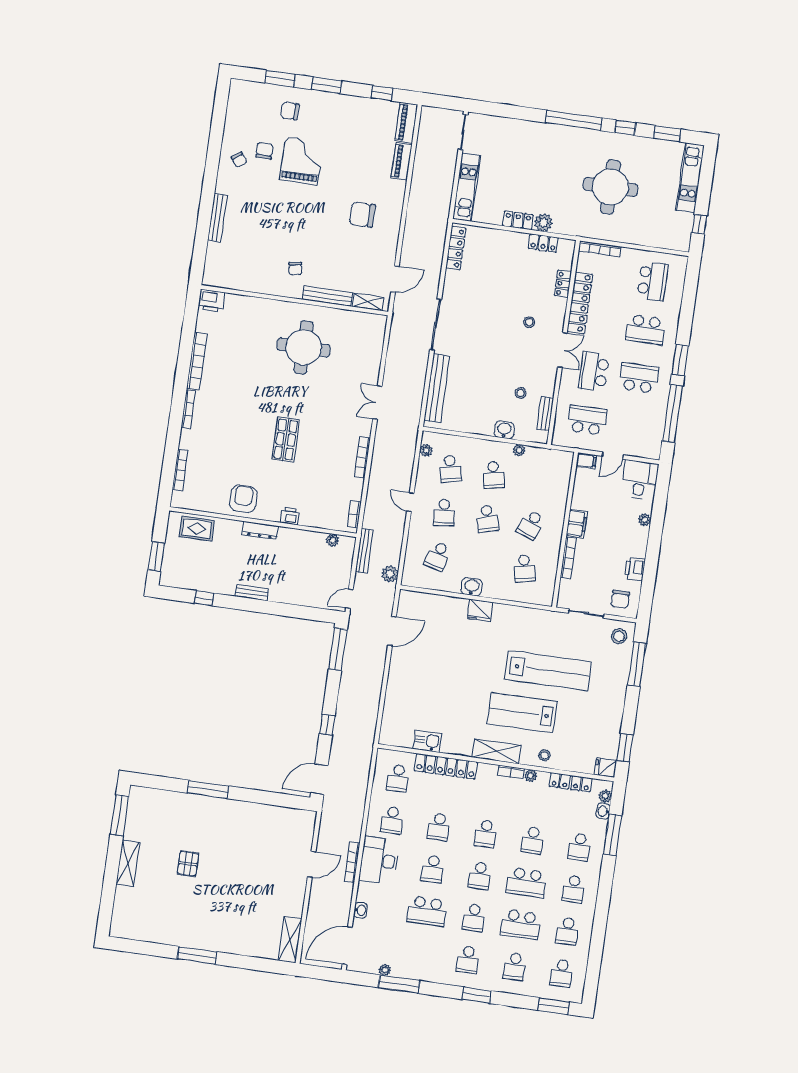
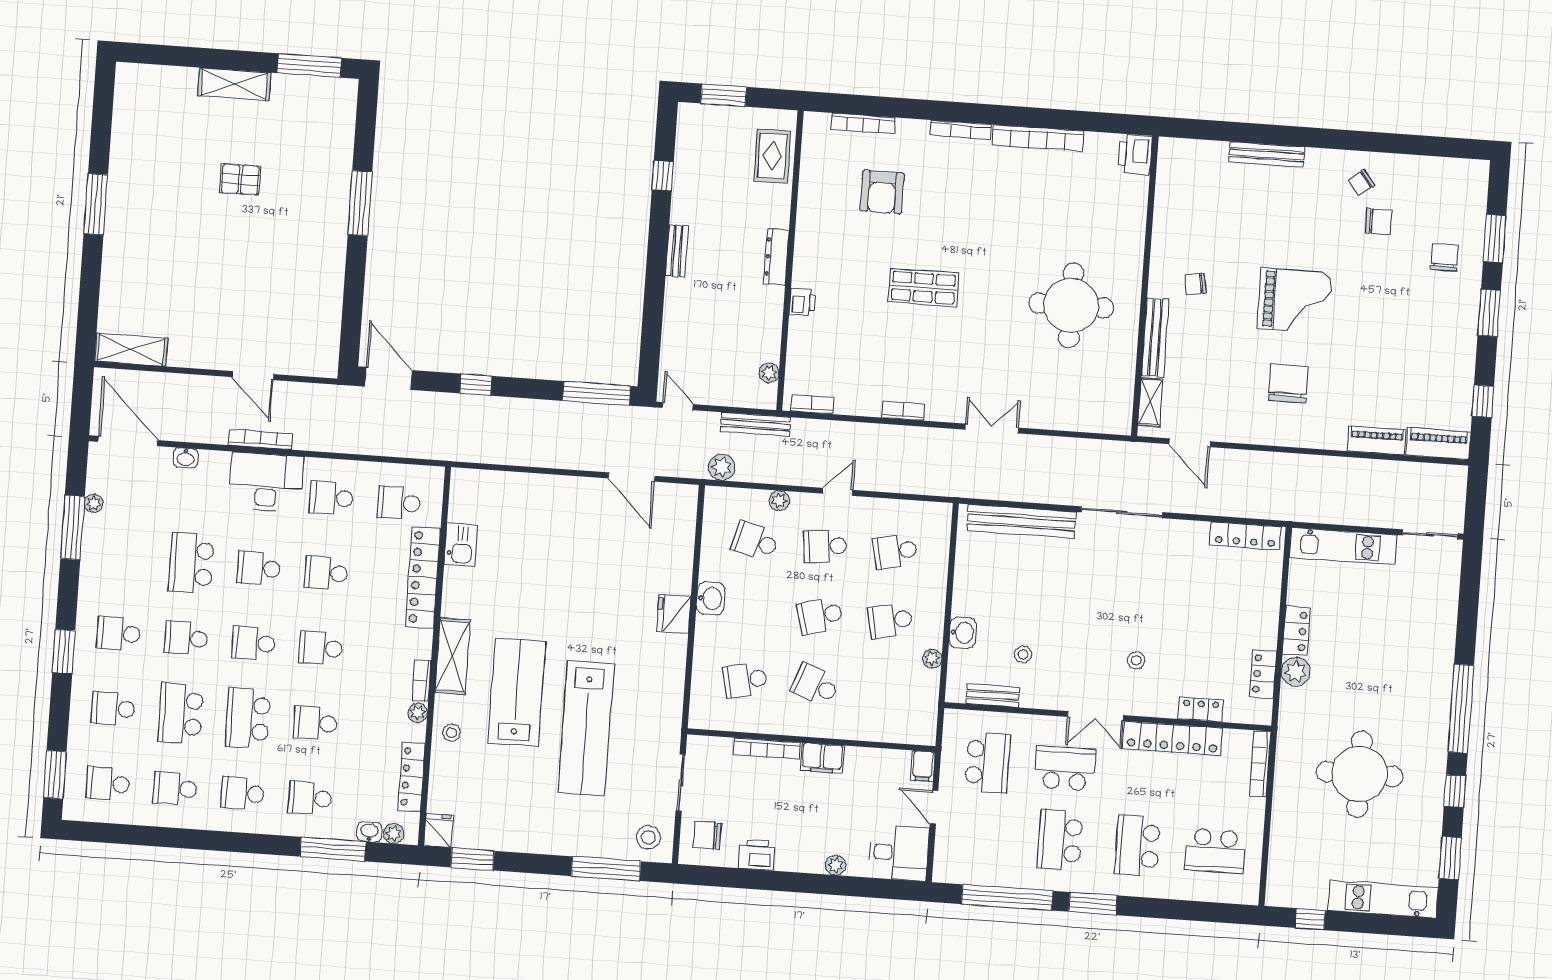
grand piano: (302, 161) -> (1294, 300), moved
school desk: (639, 378) -> (1060, 840), turned 180
plant: (426, 450) -> (779, 501), moved
bookcase: (362, 457) -> (903, 411), width x0.64
armchair: (243, 499) -> (882, 192), moved, turned 90

